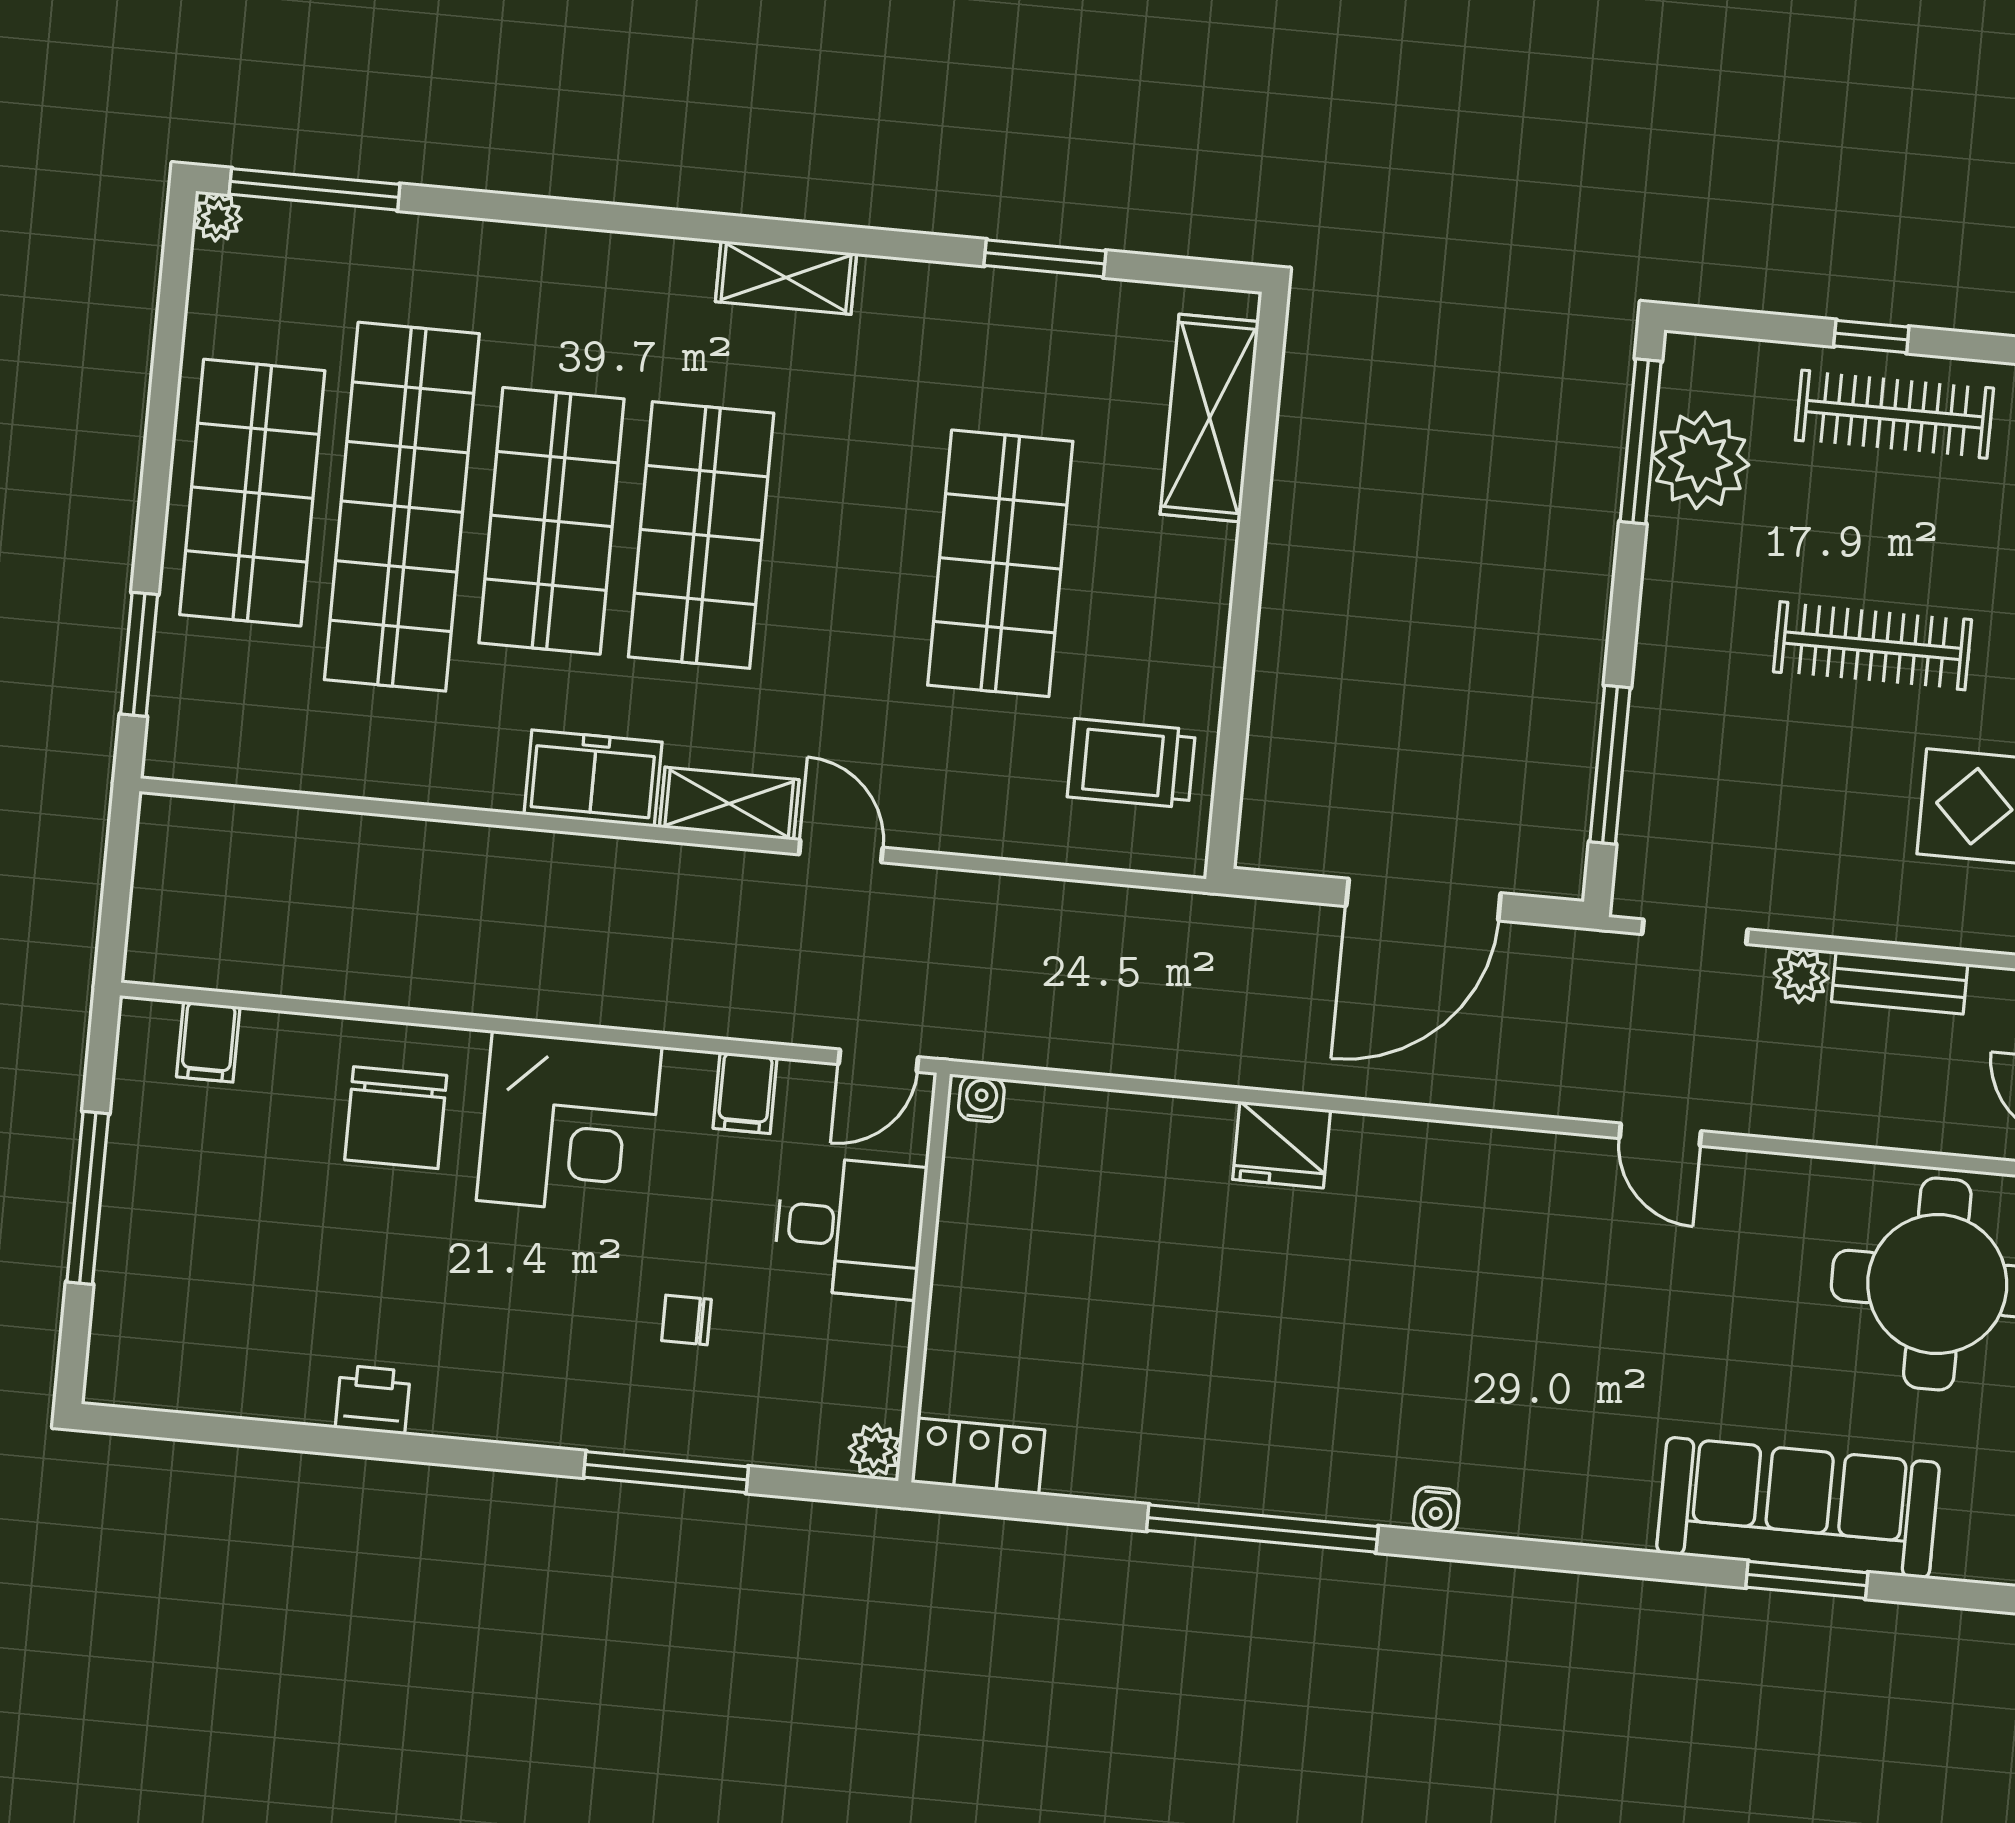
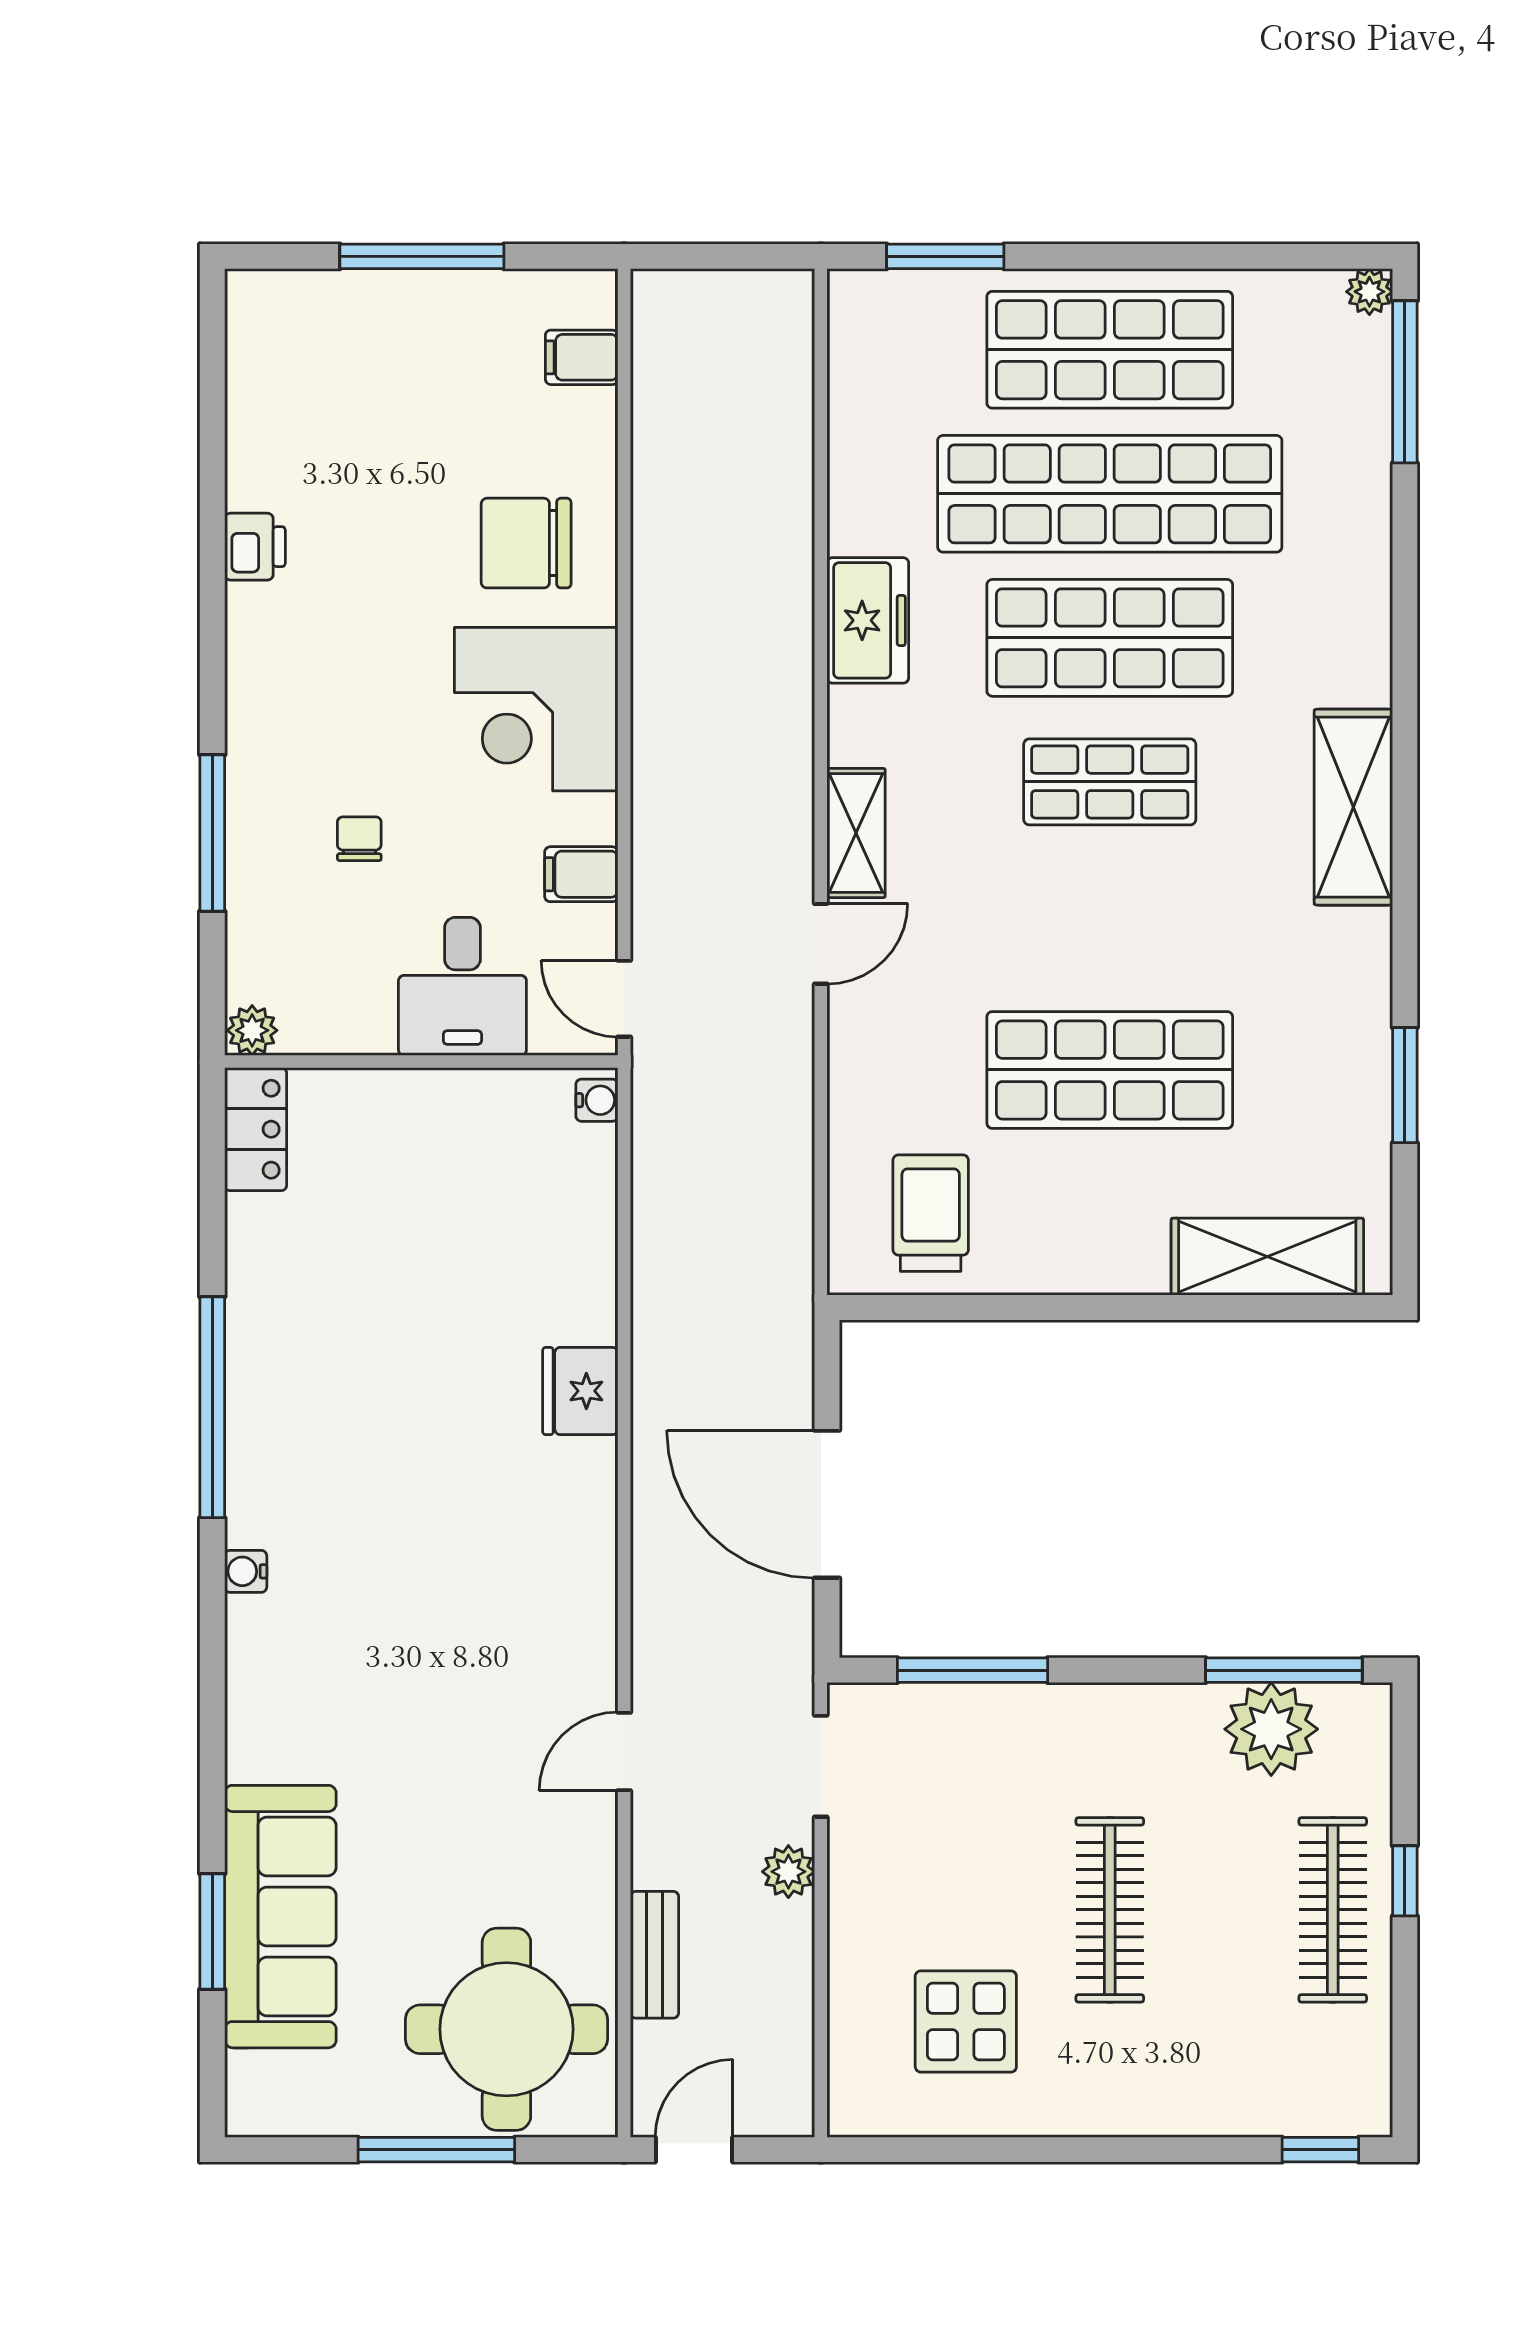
shelving: (786, 278) -> (1353, 807), width x1.50, depth x1.33
shop shelf: (701, 535) -> (1110, 782), width x0.70, depth x0.74
freezer: (593, 778) -> (868, 620), moved
bench: (1900, 983) -> (654, 1955), moved

